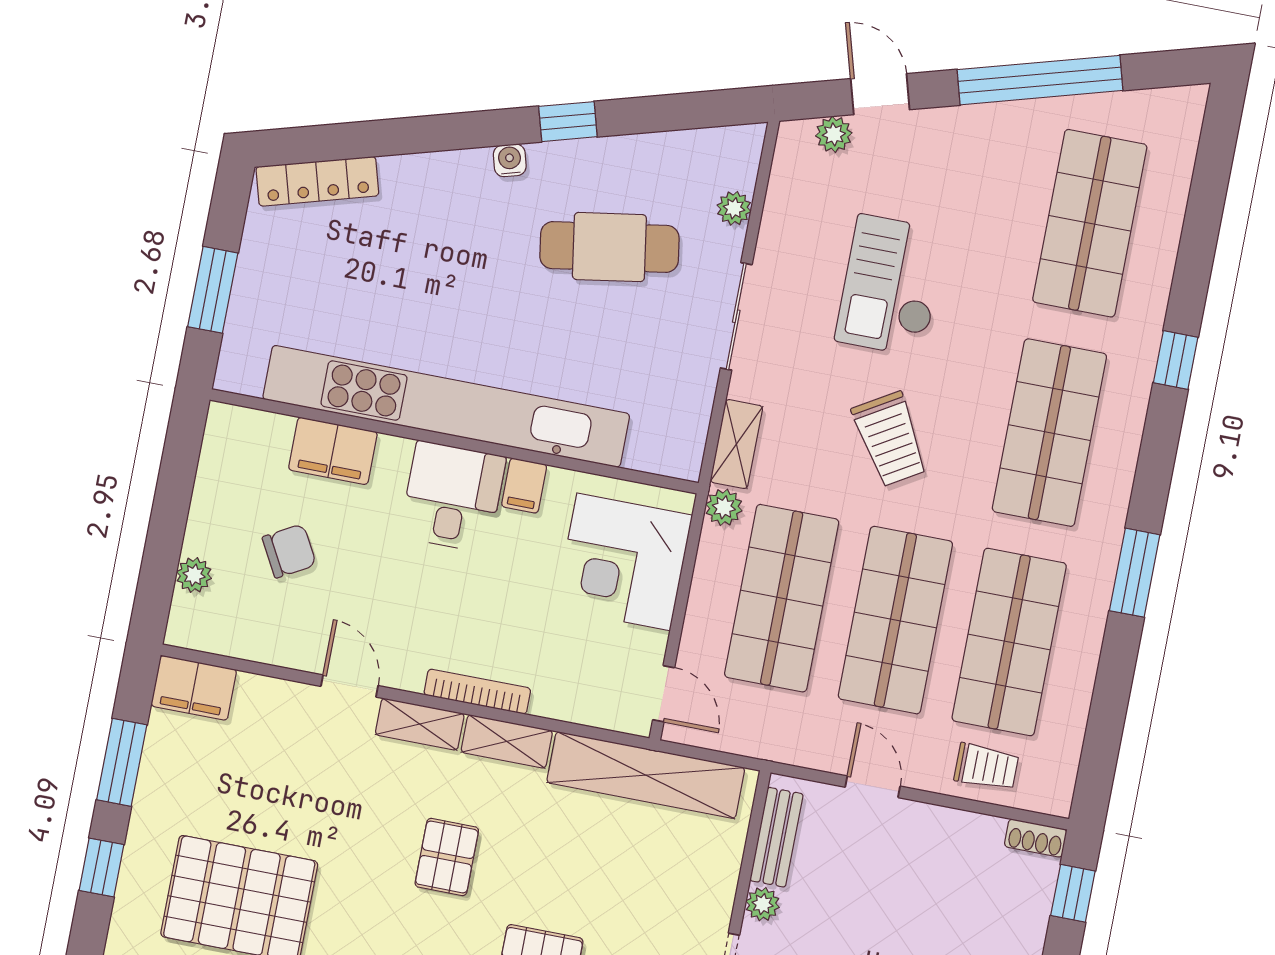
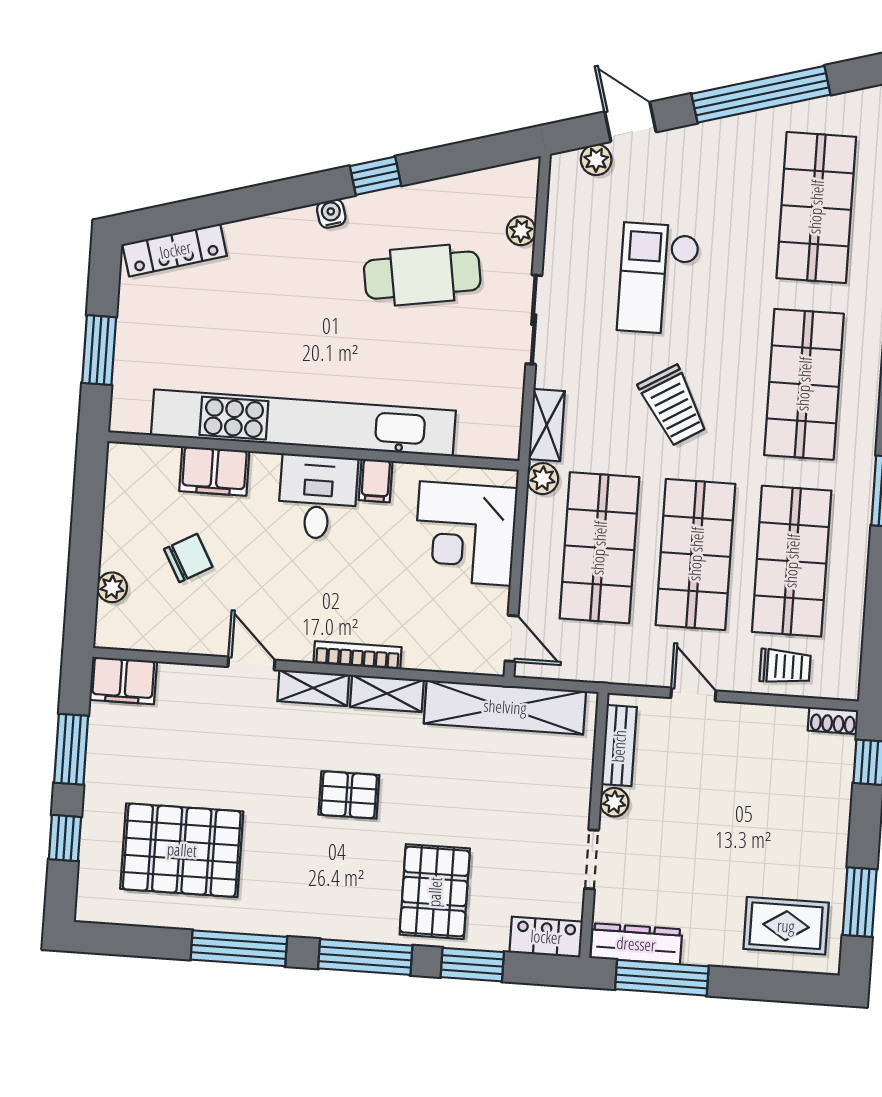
pallet: (447, 857) -> (349, 795), turned 90

